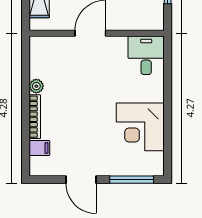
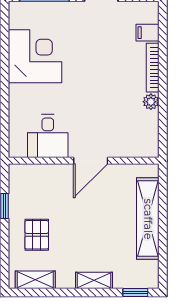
desk: (146, 55) -> (48, 136), moved

